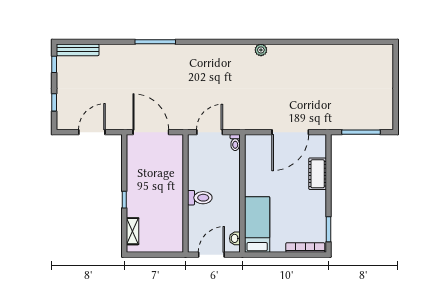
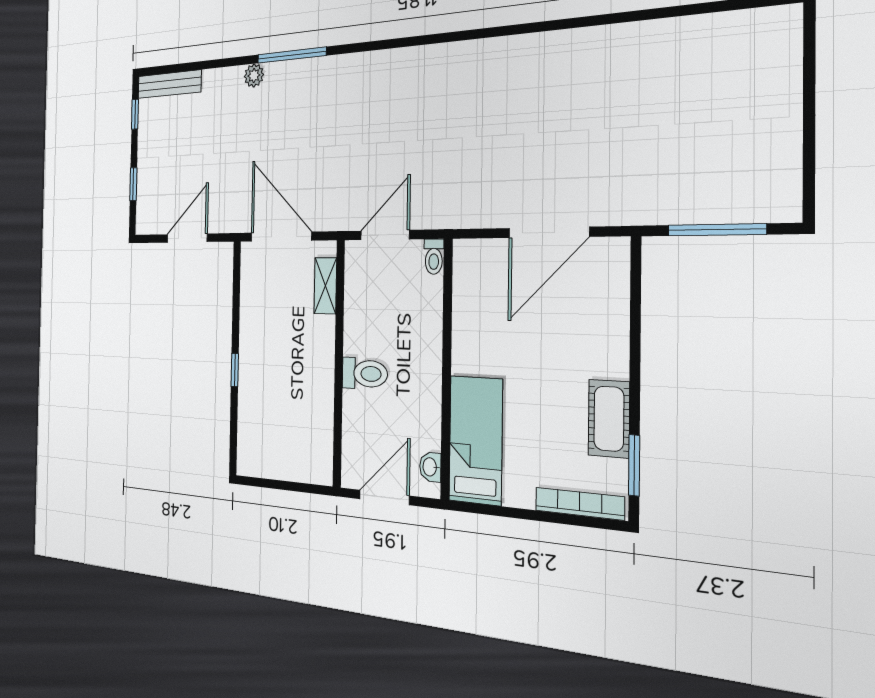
plant: (261, 50) -> (254, 76), moved
cot: (318, 174) -> (609, 419), moved
shelving: (133, 231) -> (325, 286), moved

